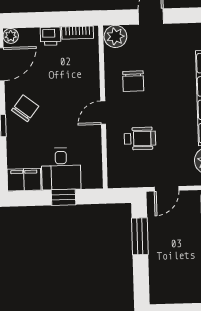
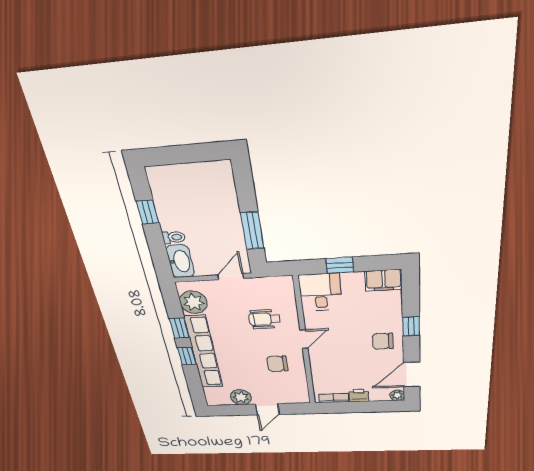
plant: (115, 36) -> (241, 397), moved
chair: (133, 81) -> (277, 364), turned -90
chair: (25, 108) -> (383, 341), turned 52
desk: (61, 169) -> (320, 292), moved

